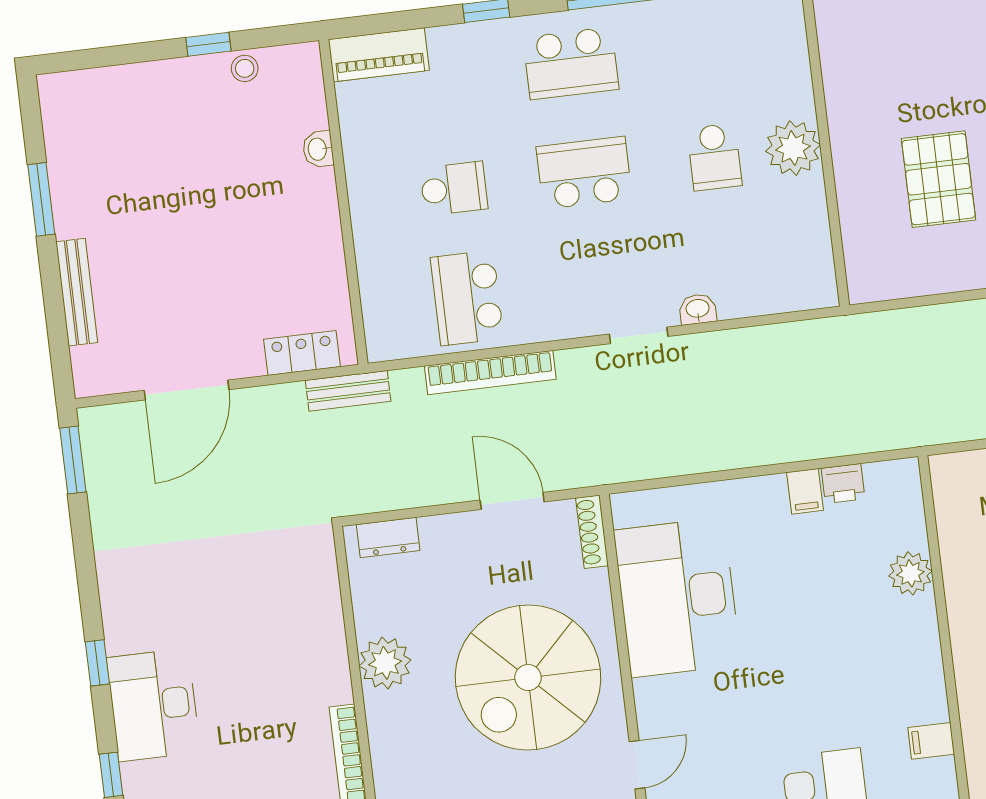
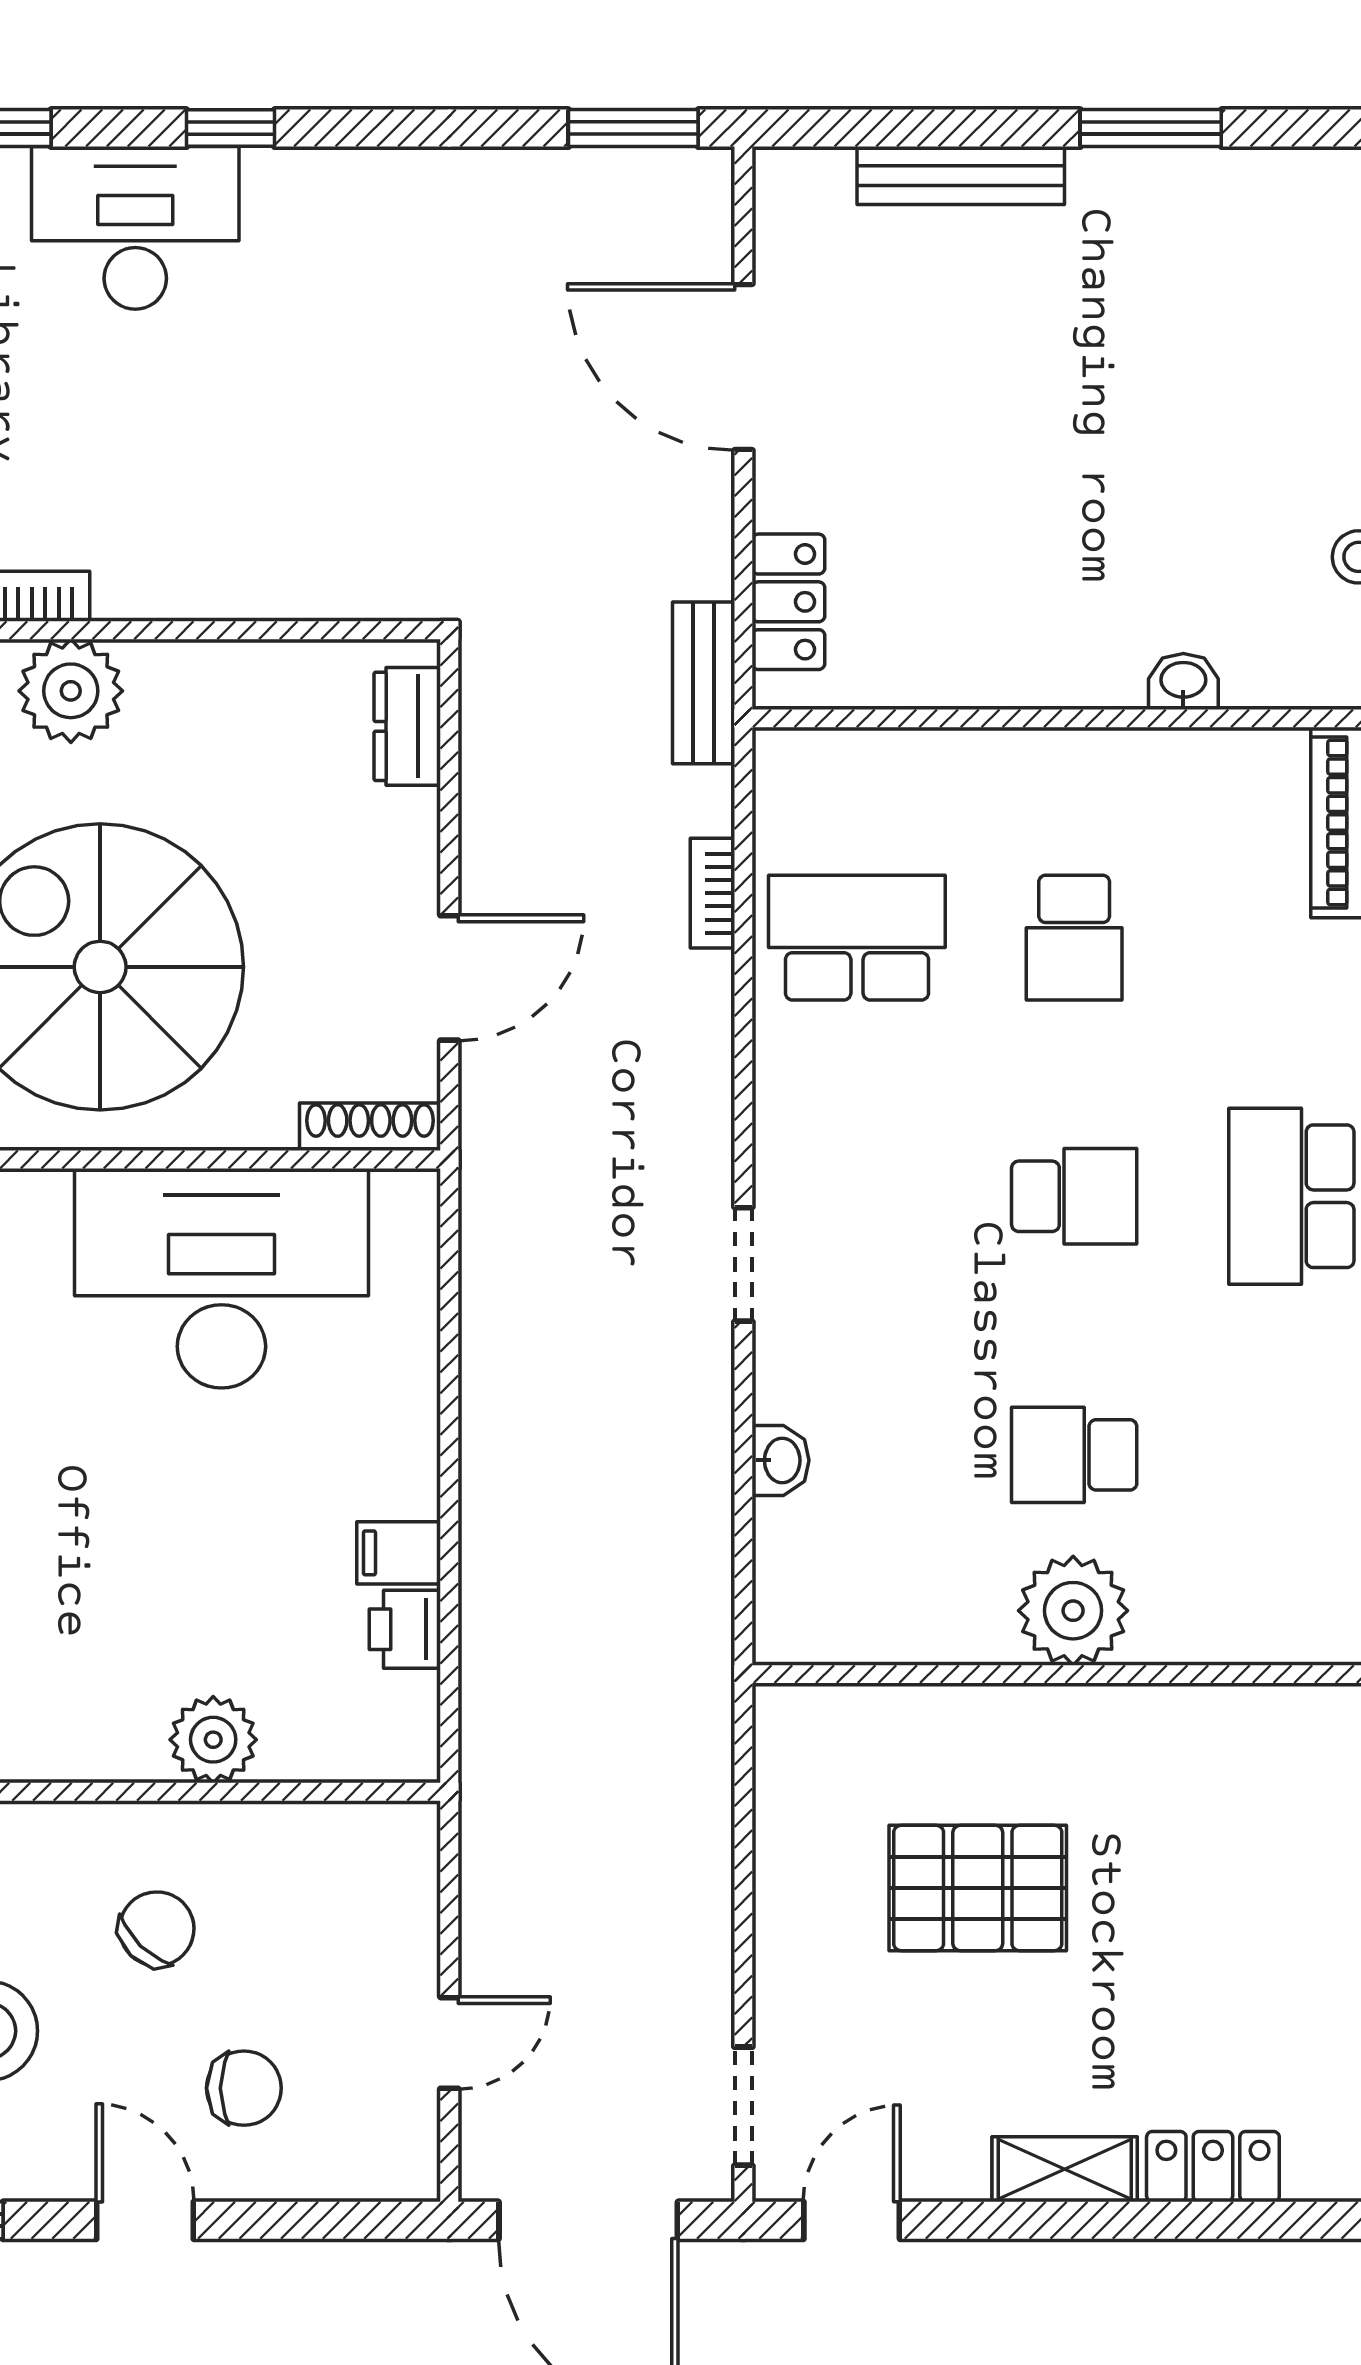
school desk: (584, 173) -> (1074, 1196), width x0.54
washbasin: (698, 309) -> (781, 1460), moved
bookcase: (490, 373) -> (713, 893), width x0.43, depth x0.76
plant: (385, 663) -> (71, 691), moved

